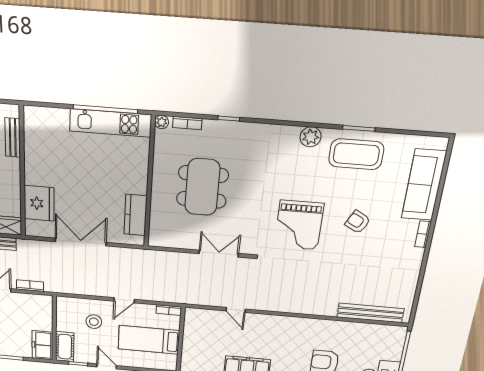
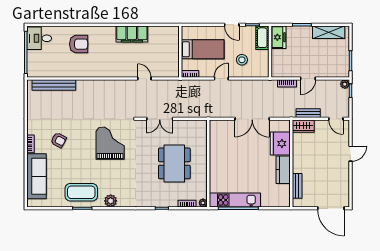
kitchen counter: (135, 215) -> (283, 170), moved, turned 180
armchair: (358, 222) -> (59, 140), moved

